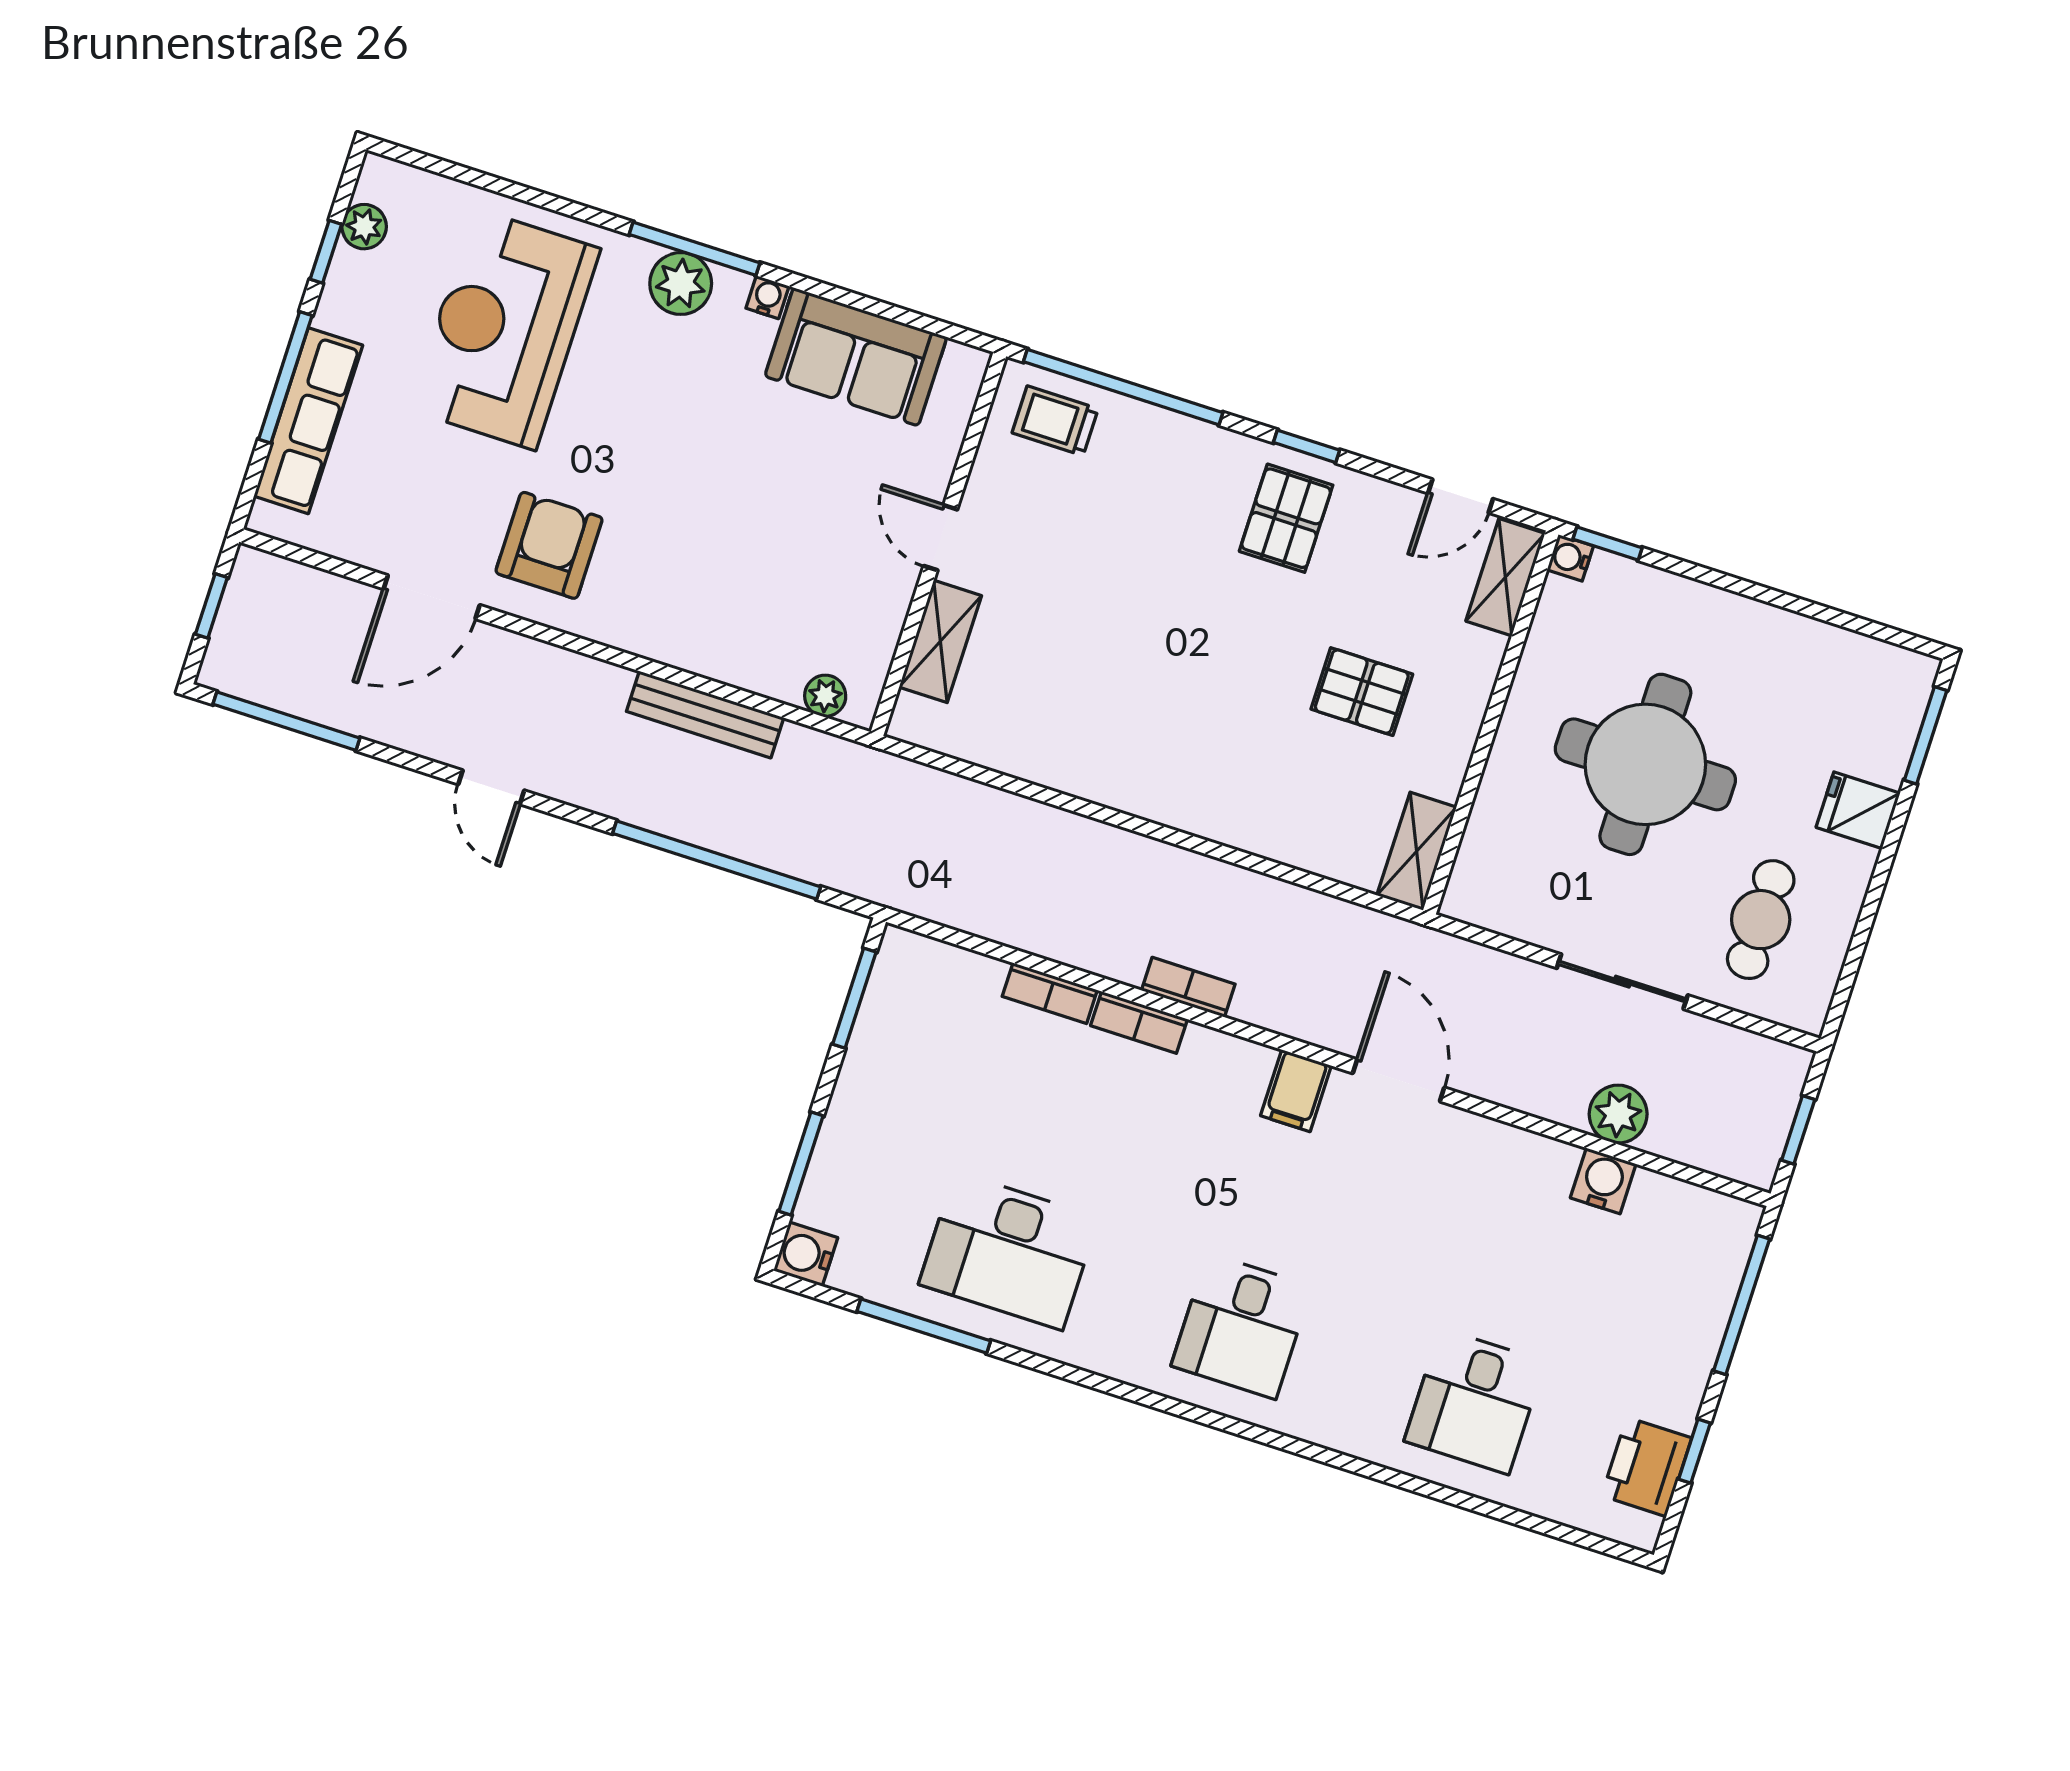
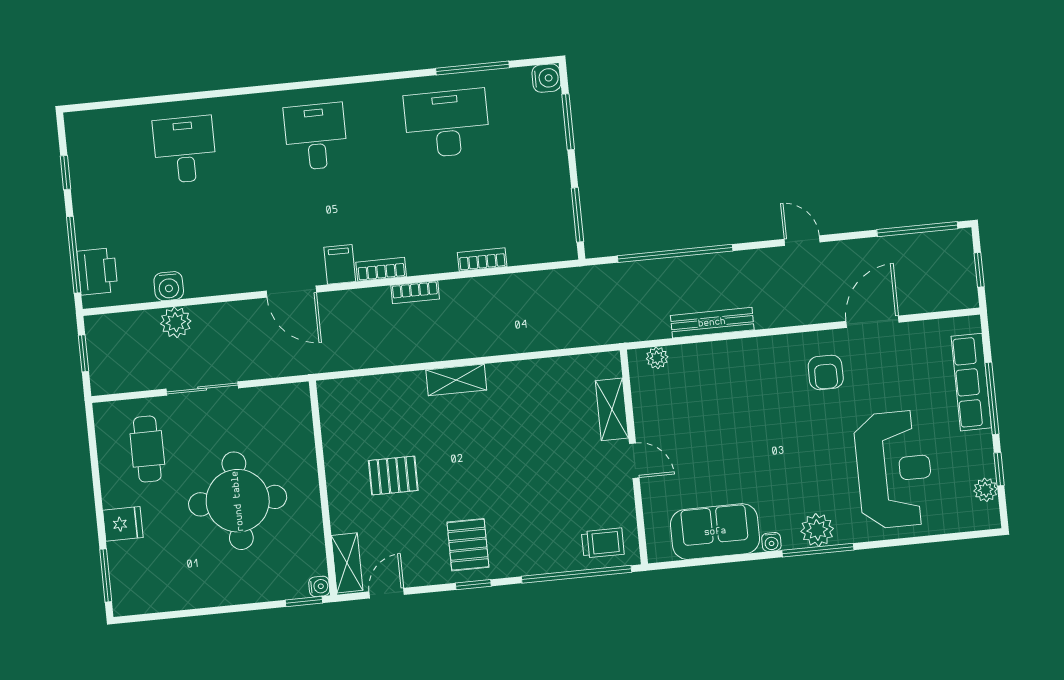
armchair: (549, 545) -> (826, 372), width x0.72, depth x0.72
shelving: (1417, 851) -> (456, 380), moved, turned 90
bookcase: (1139, 1022) -> (381, 269), moved
printer: (1646, 1467) -> (97, 271), moved

